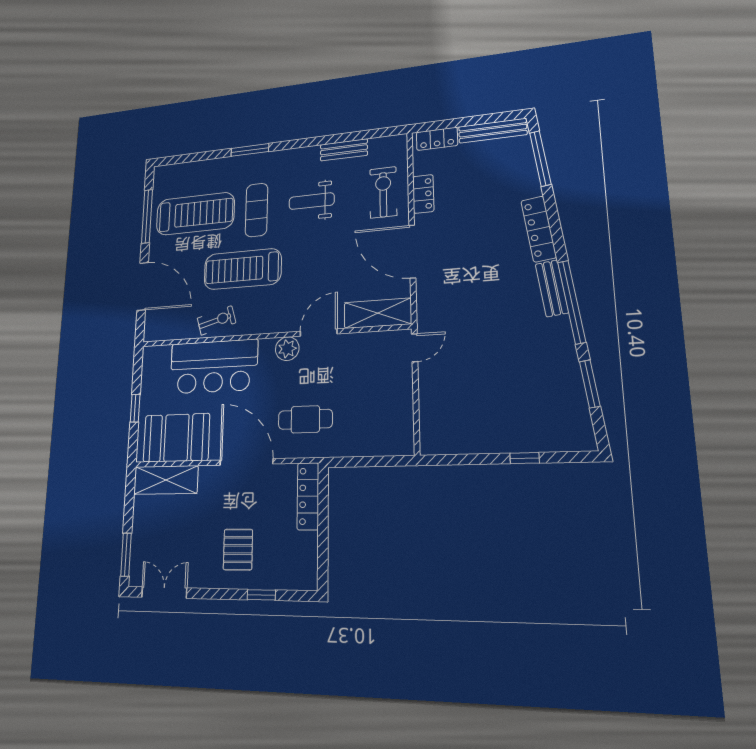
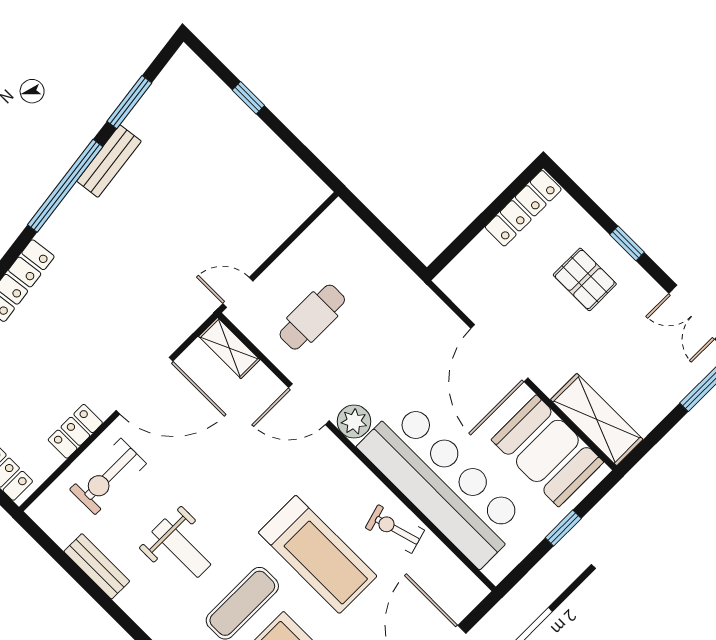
door: (412, 252) -> (145, 386), hinge flipped
bench: (552, 288) -> (109, 161), moved
shelving: (378, 313) -> (229, 348), width x0.67, depth x0.75
bar counter: (214, 367) -> (443, 483), width x1.36
cafe table: (305, 419) -> (312, 317), moved, turned 90
locker: (308, 496) -> (523, 208), moved
pallet: (238, 549) -> (585, 279), turned 90
window: (261, 595) -> (627, 243), moved

